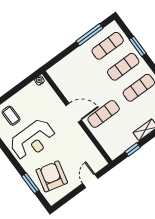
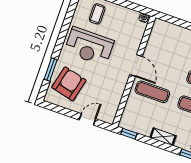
window: (133, 150) -> (129, 134), moved

